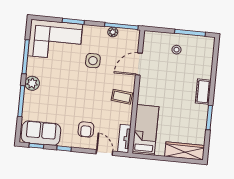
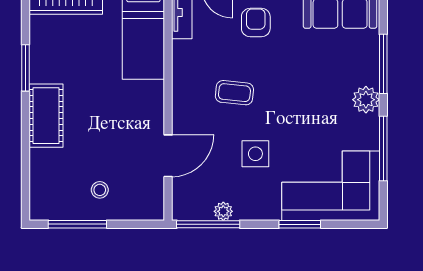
cot: (203, 92) -> (46, 116), width x1.37, depth x1.34
coffee table: (122, 97) -> (234, 93), moved

